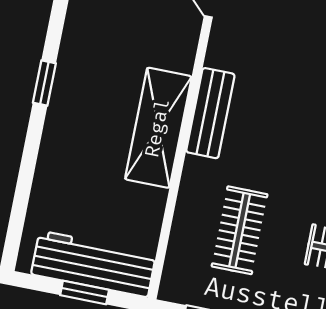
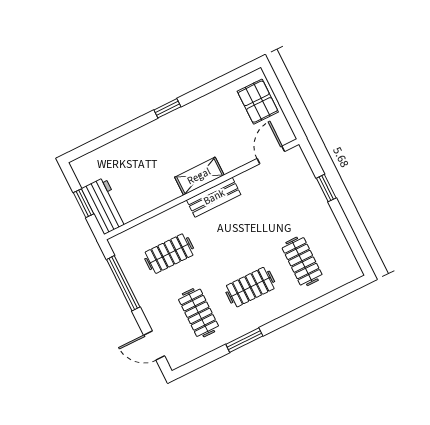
shelving: (158, 128) -> (199, 176), width x0.67, depth x0.75
workbench: (94, 264) -> (105, 206), width x0.73

